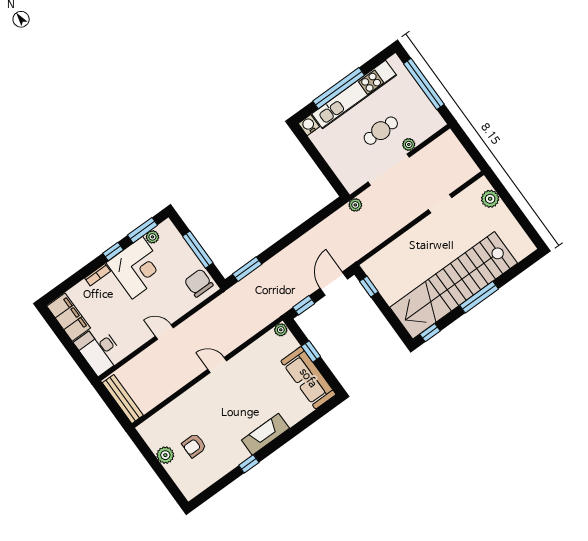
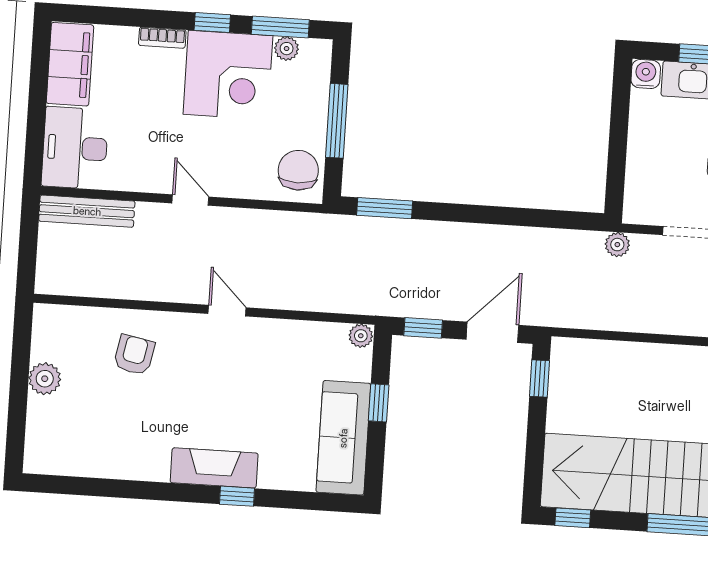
bench: (123, 399) -> (87, 211), moved, turned 90
armchair: (194, 446) -> (134, 355), moved, turned 101
window: (249, 464) -> (237, 496), moved

